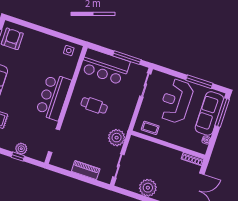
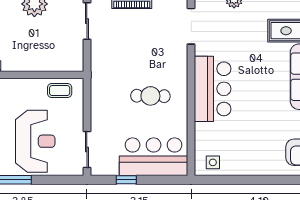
window: (127, 58) -> (126, 180), width x0.46
plant: (117, 138) -> (103, 61), removed

